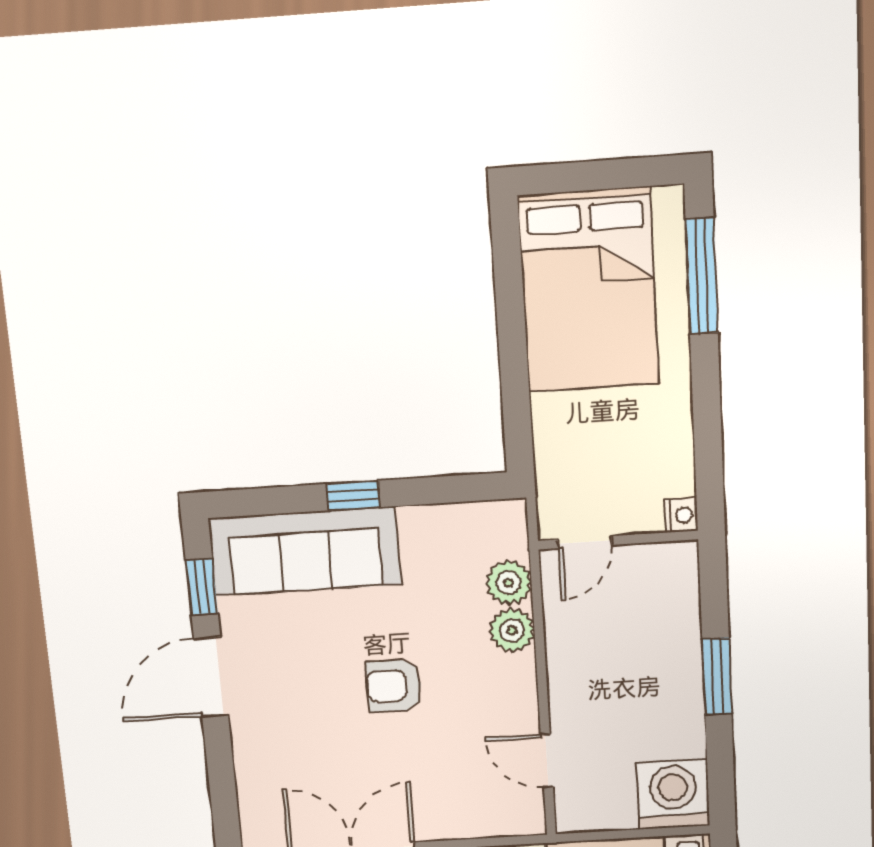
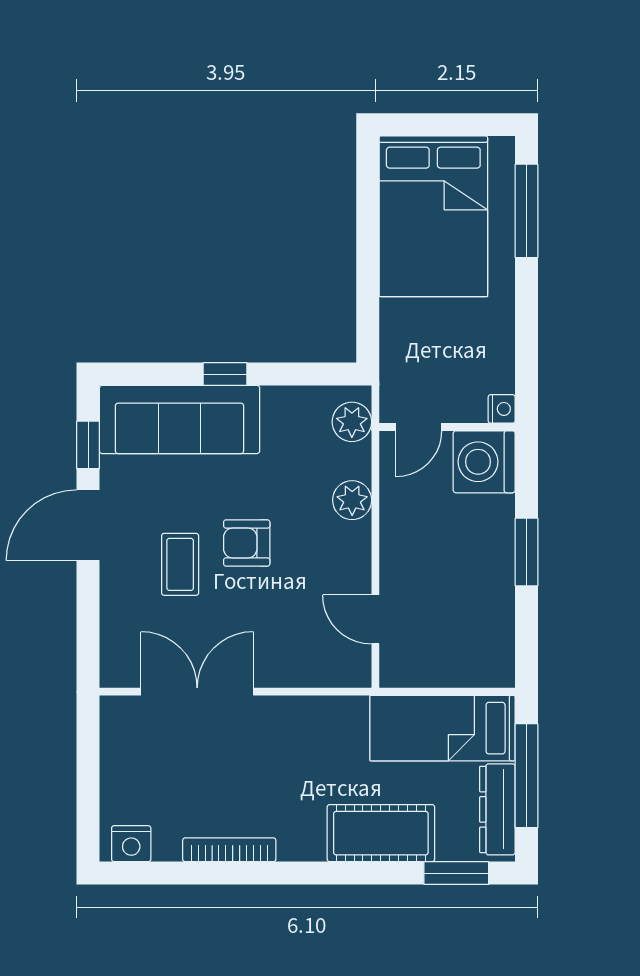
plant: (509, 583) -> (352, 422), moved
coffee table: (320, 714) -> (180, 564), added
washing machine: (673, 794) -> (484, 462), moved, turned -90

